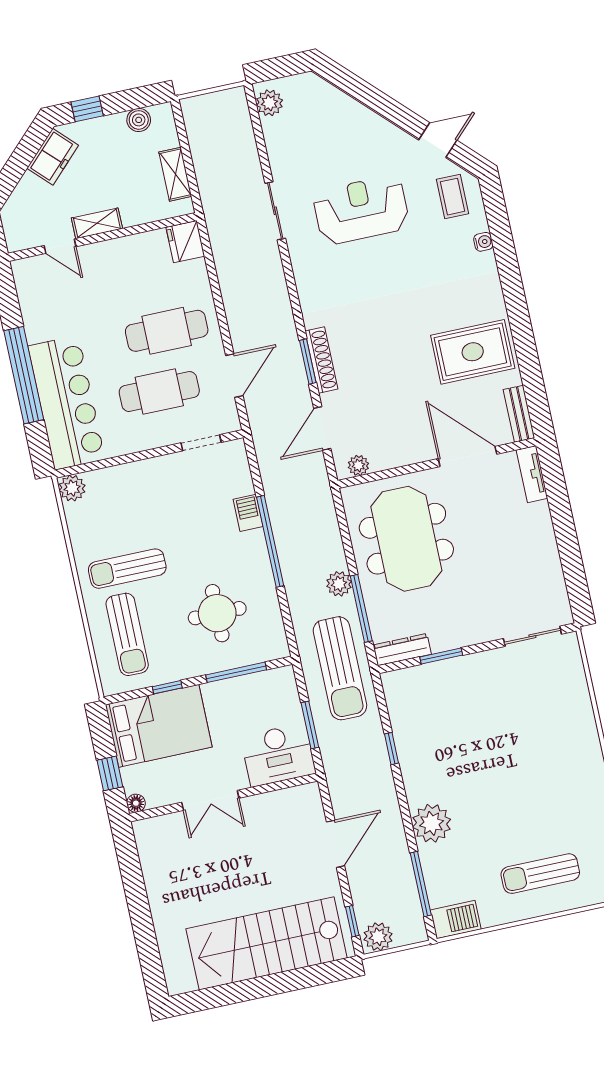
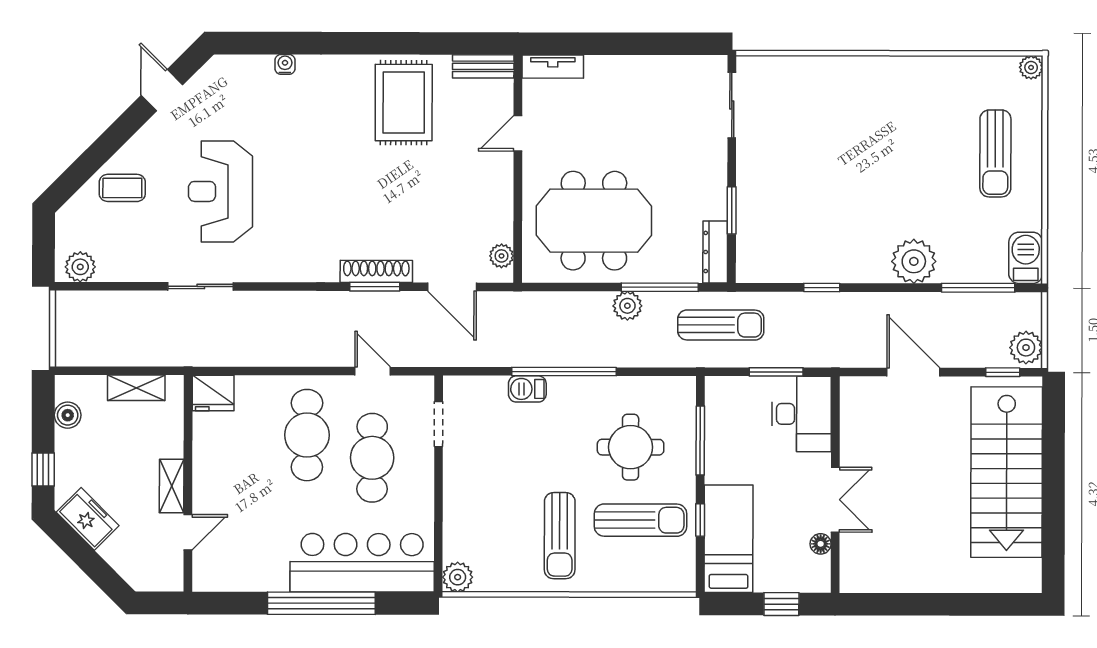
coffee table: (453, 197) -> (122, 188), moved
door: (234, 376) -> (373, 371), width x0.73
door: (468, 456) -> (518, 133), width x0.53
sun lounger: (127, 634) -> (640, 520), moved
sun lounger: (340, 668) -> (721, 325), width x0.73, depth x0.75
bed: (159, 726) -> (729, 539), width x0.67
floor lamp: (136, 803) -> (821, 544), moved

